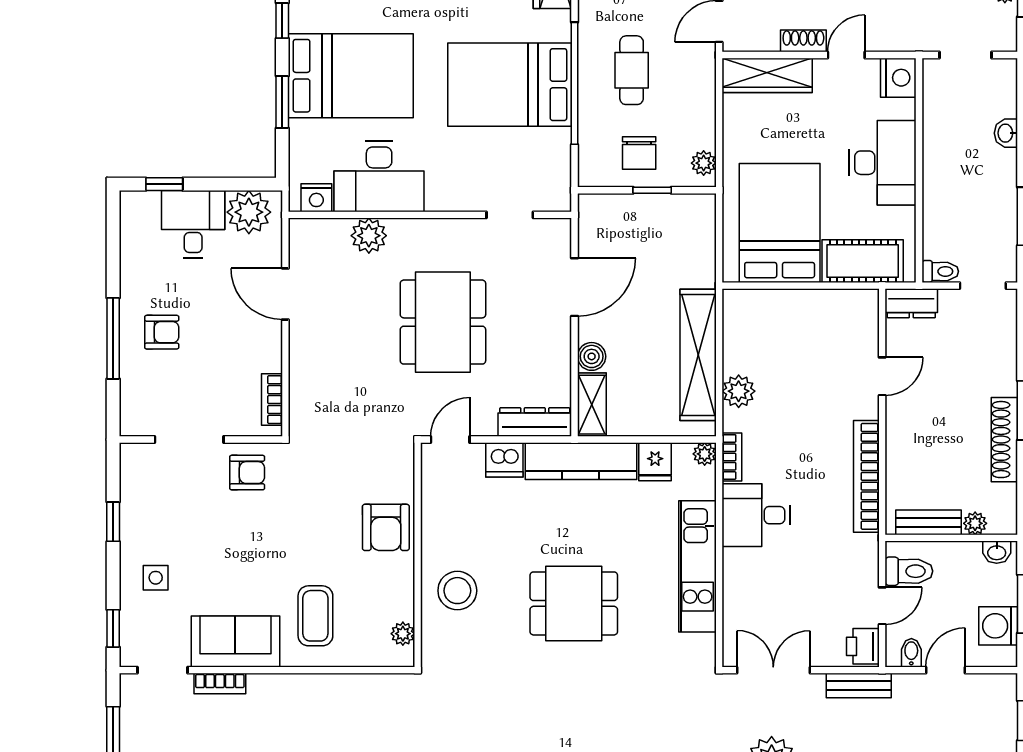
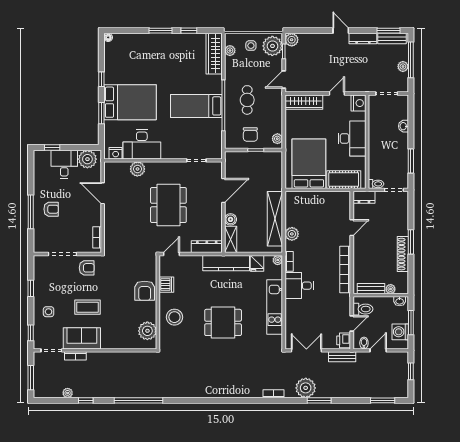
shoe rack: (803, 41) -> (319, 88), removed
bed: (510, 85) -> (196, 106), width x0.67
dishwasher: (504, 460) -> (166, 285), moved, turned -90
coffee table: (315, 616) -> (87, 307), moved, turned 90
plant: (403, 634) -> (147, 331), width x1.87, depth x1.87

